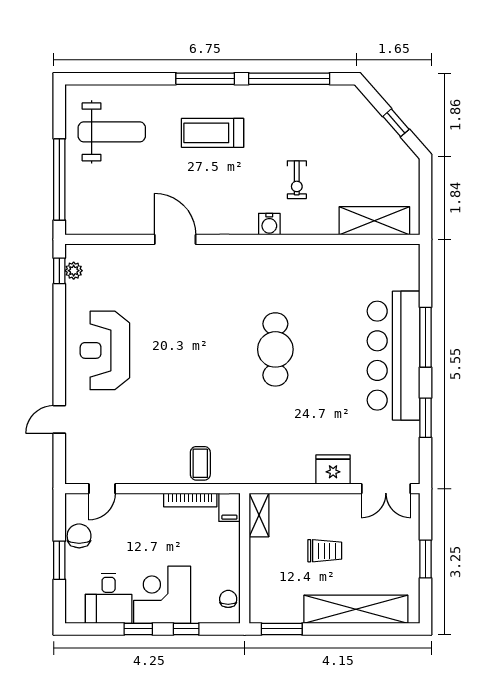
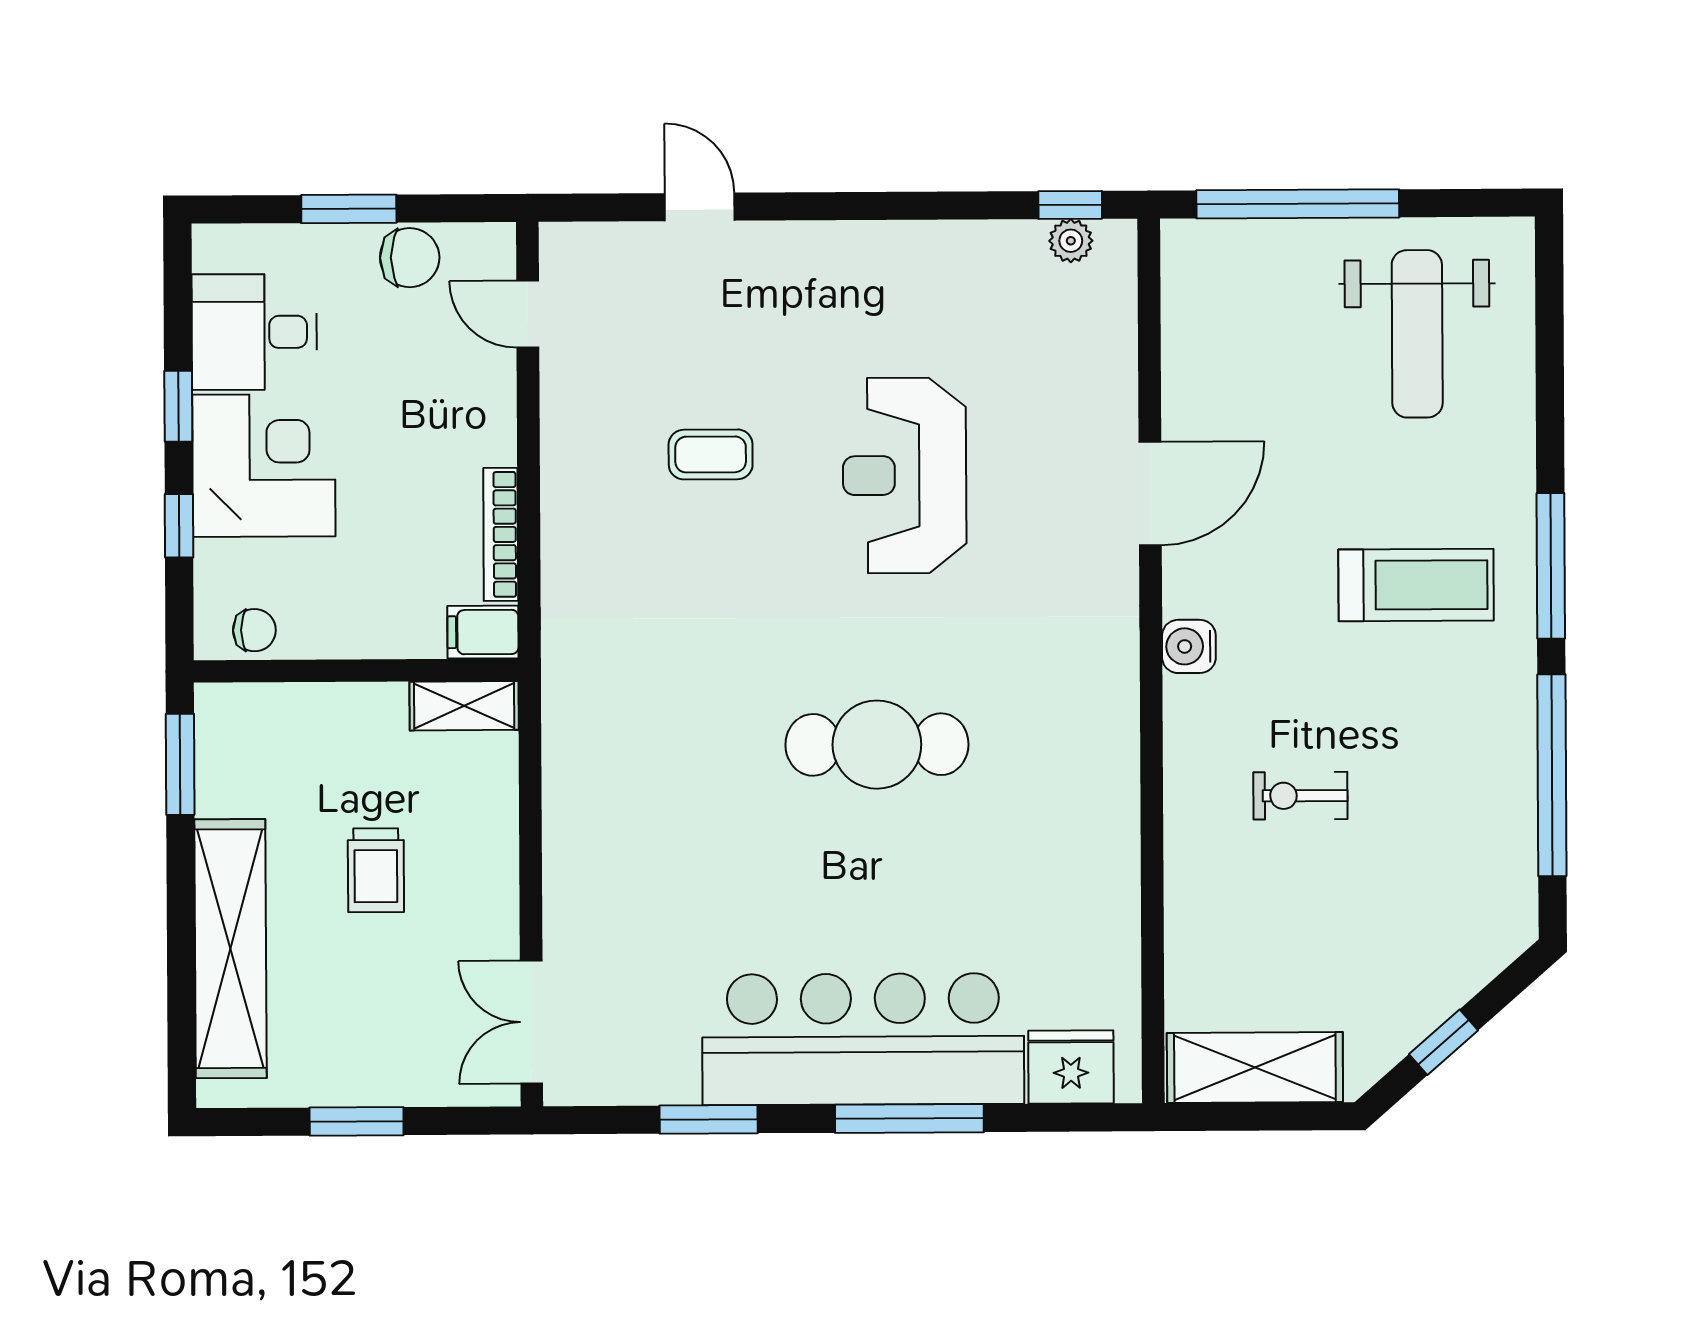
treadmill: (212, 133) -> (1416, 585), turned 90
shelving: (374, 221) -> (1255, 1067), moved, turned 90
water cooler: (269, 224) -> (1189, 646), moved
reception desk: (105, 350) -> (905, 475), moved, turned -90
coffee table: (200, 463) -> (711, 454), moved
fridge: (333, 469) -> (1071, 1067), moved, turned -90

